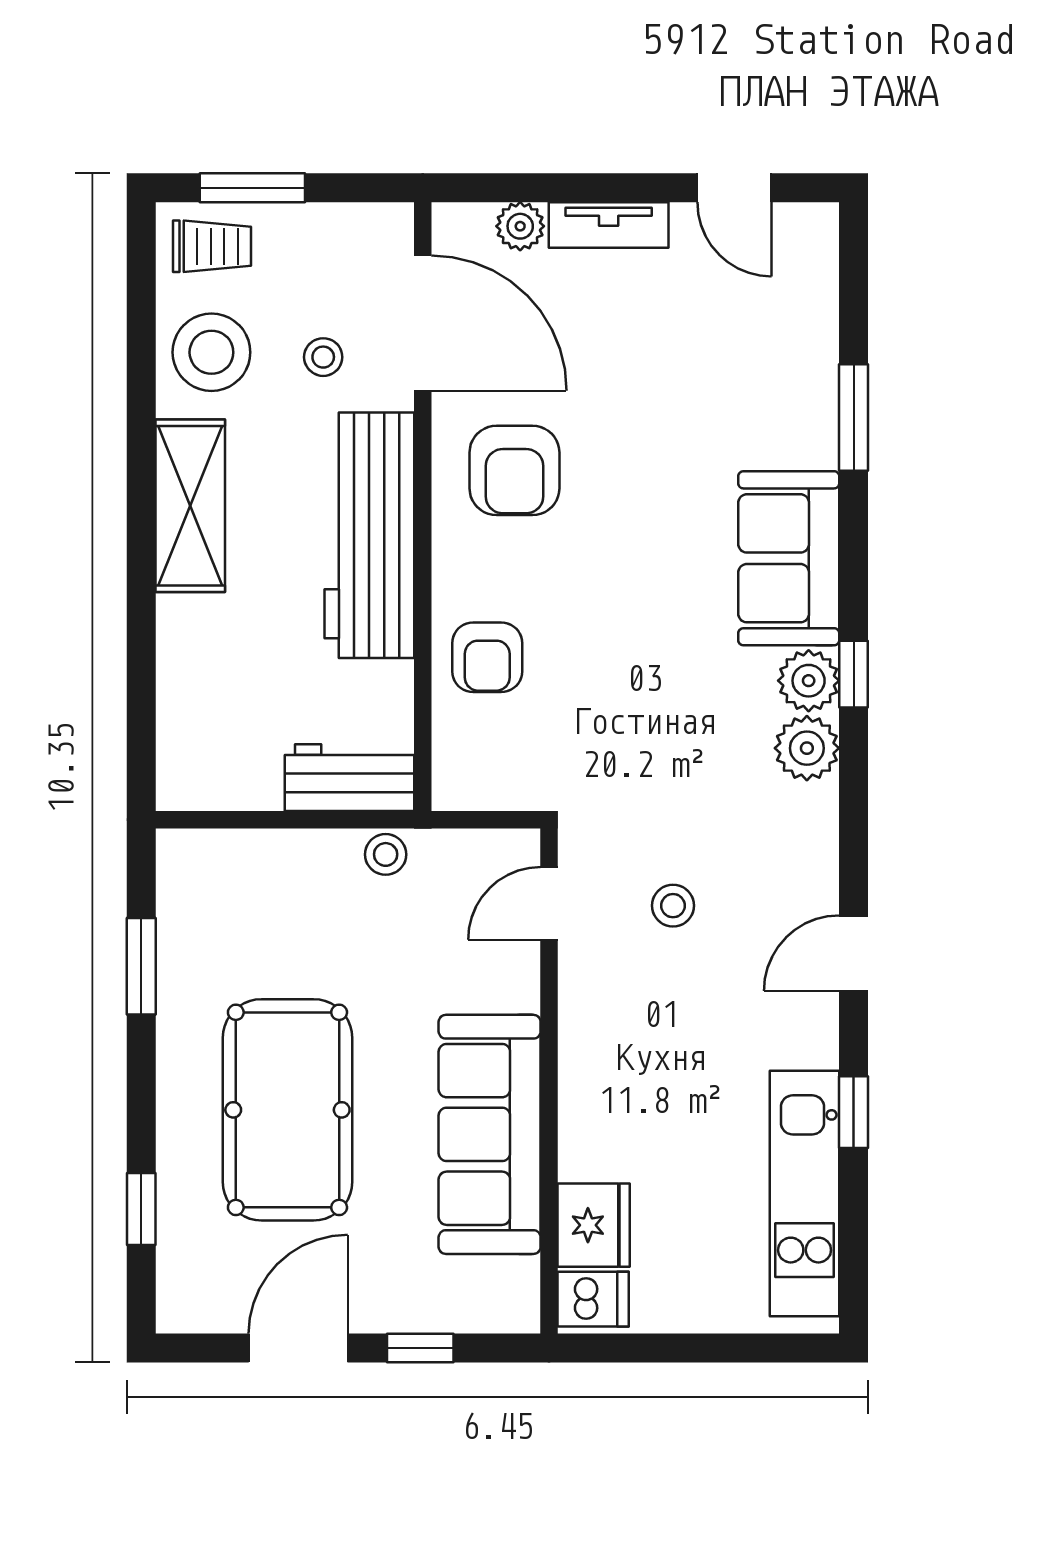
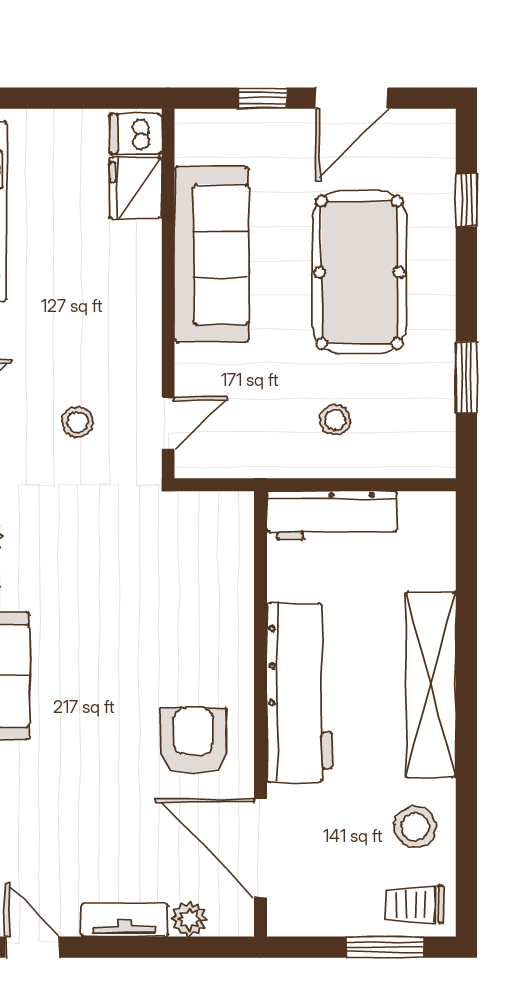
stool: (211, 352) -> (415, 827), width x0.73, depth x0.73
stool: (323, 357) -> (333, 823), removed
shelving: (190, 506) -> (431, 685), width x1.47
armchair: (487, 657) -> (213, 604), removed
workbench: (349, 778) -> (332, 515), width x1.37
stool: (386, 854) -> (335, 420), moved

